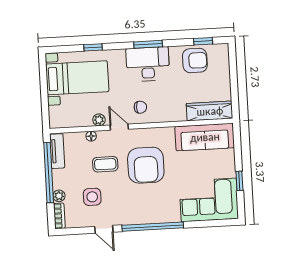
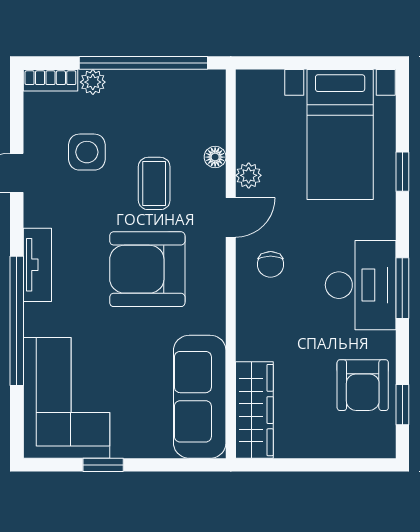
tv unit: (57, 151) -> (37, 265), moved, turned -90
window: (153, 227) -> (17, 321), moved

